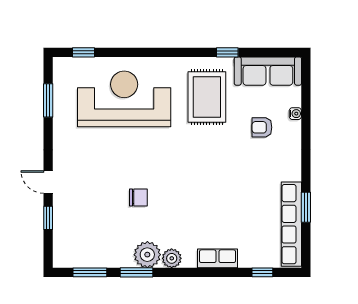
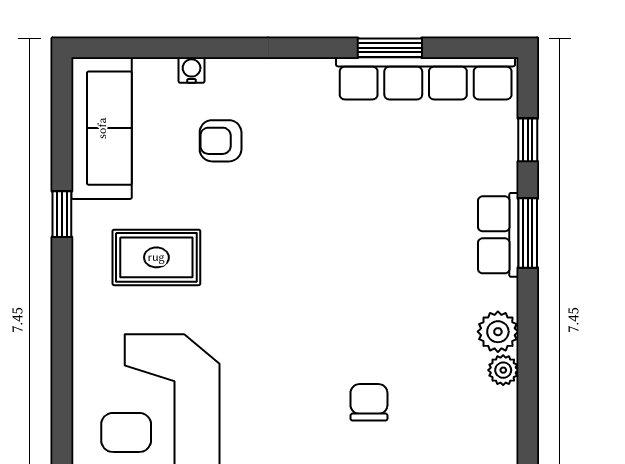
rug: (207, 97) -> (156, 257), width x0.73, depth x0.70
armchair: (262, 127) -> (221, 141), turned 90
plant: (147, 255) -> (503, 370), width x0.53, depth x0.53
window: (137, 272) -> (528, 233), moved

